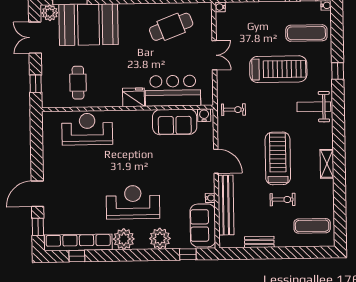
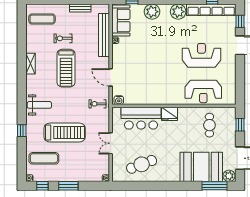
treadmill: (278, 69) -> (65, 133), turned 180
sofa: (175, 122) -> (140, 96), removed
door: (216, 161) -> (111, 77), moved
reception desk: (133, 202) -> (201, 55), moved, turned 180

